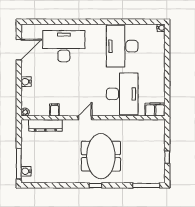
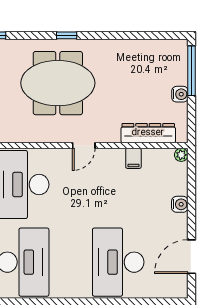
desk: (64, 46) -> (118, 262), turned 90
meeting table: (101, 156) -> (58, 83), turned 90
water cooler: (26, 171) -> (180, 94), moved

